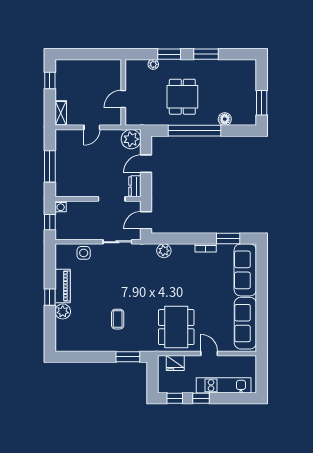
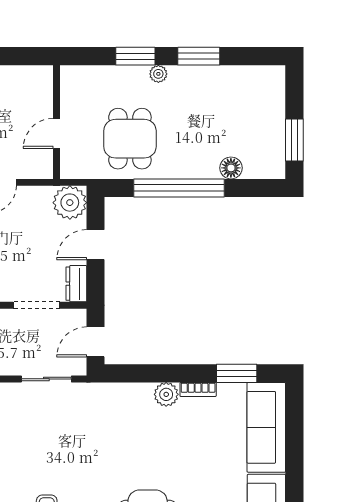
plant: (153, 64) -> (158, 74), moved
dining table: (182, 97) -> (130, 139), moved
plant: (164, 251) -> (166, 394), moved

